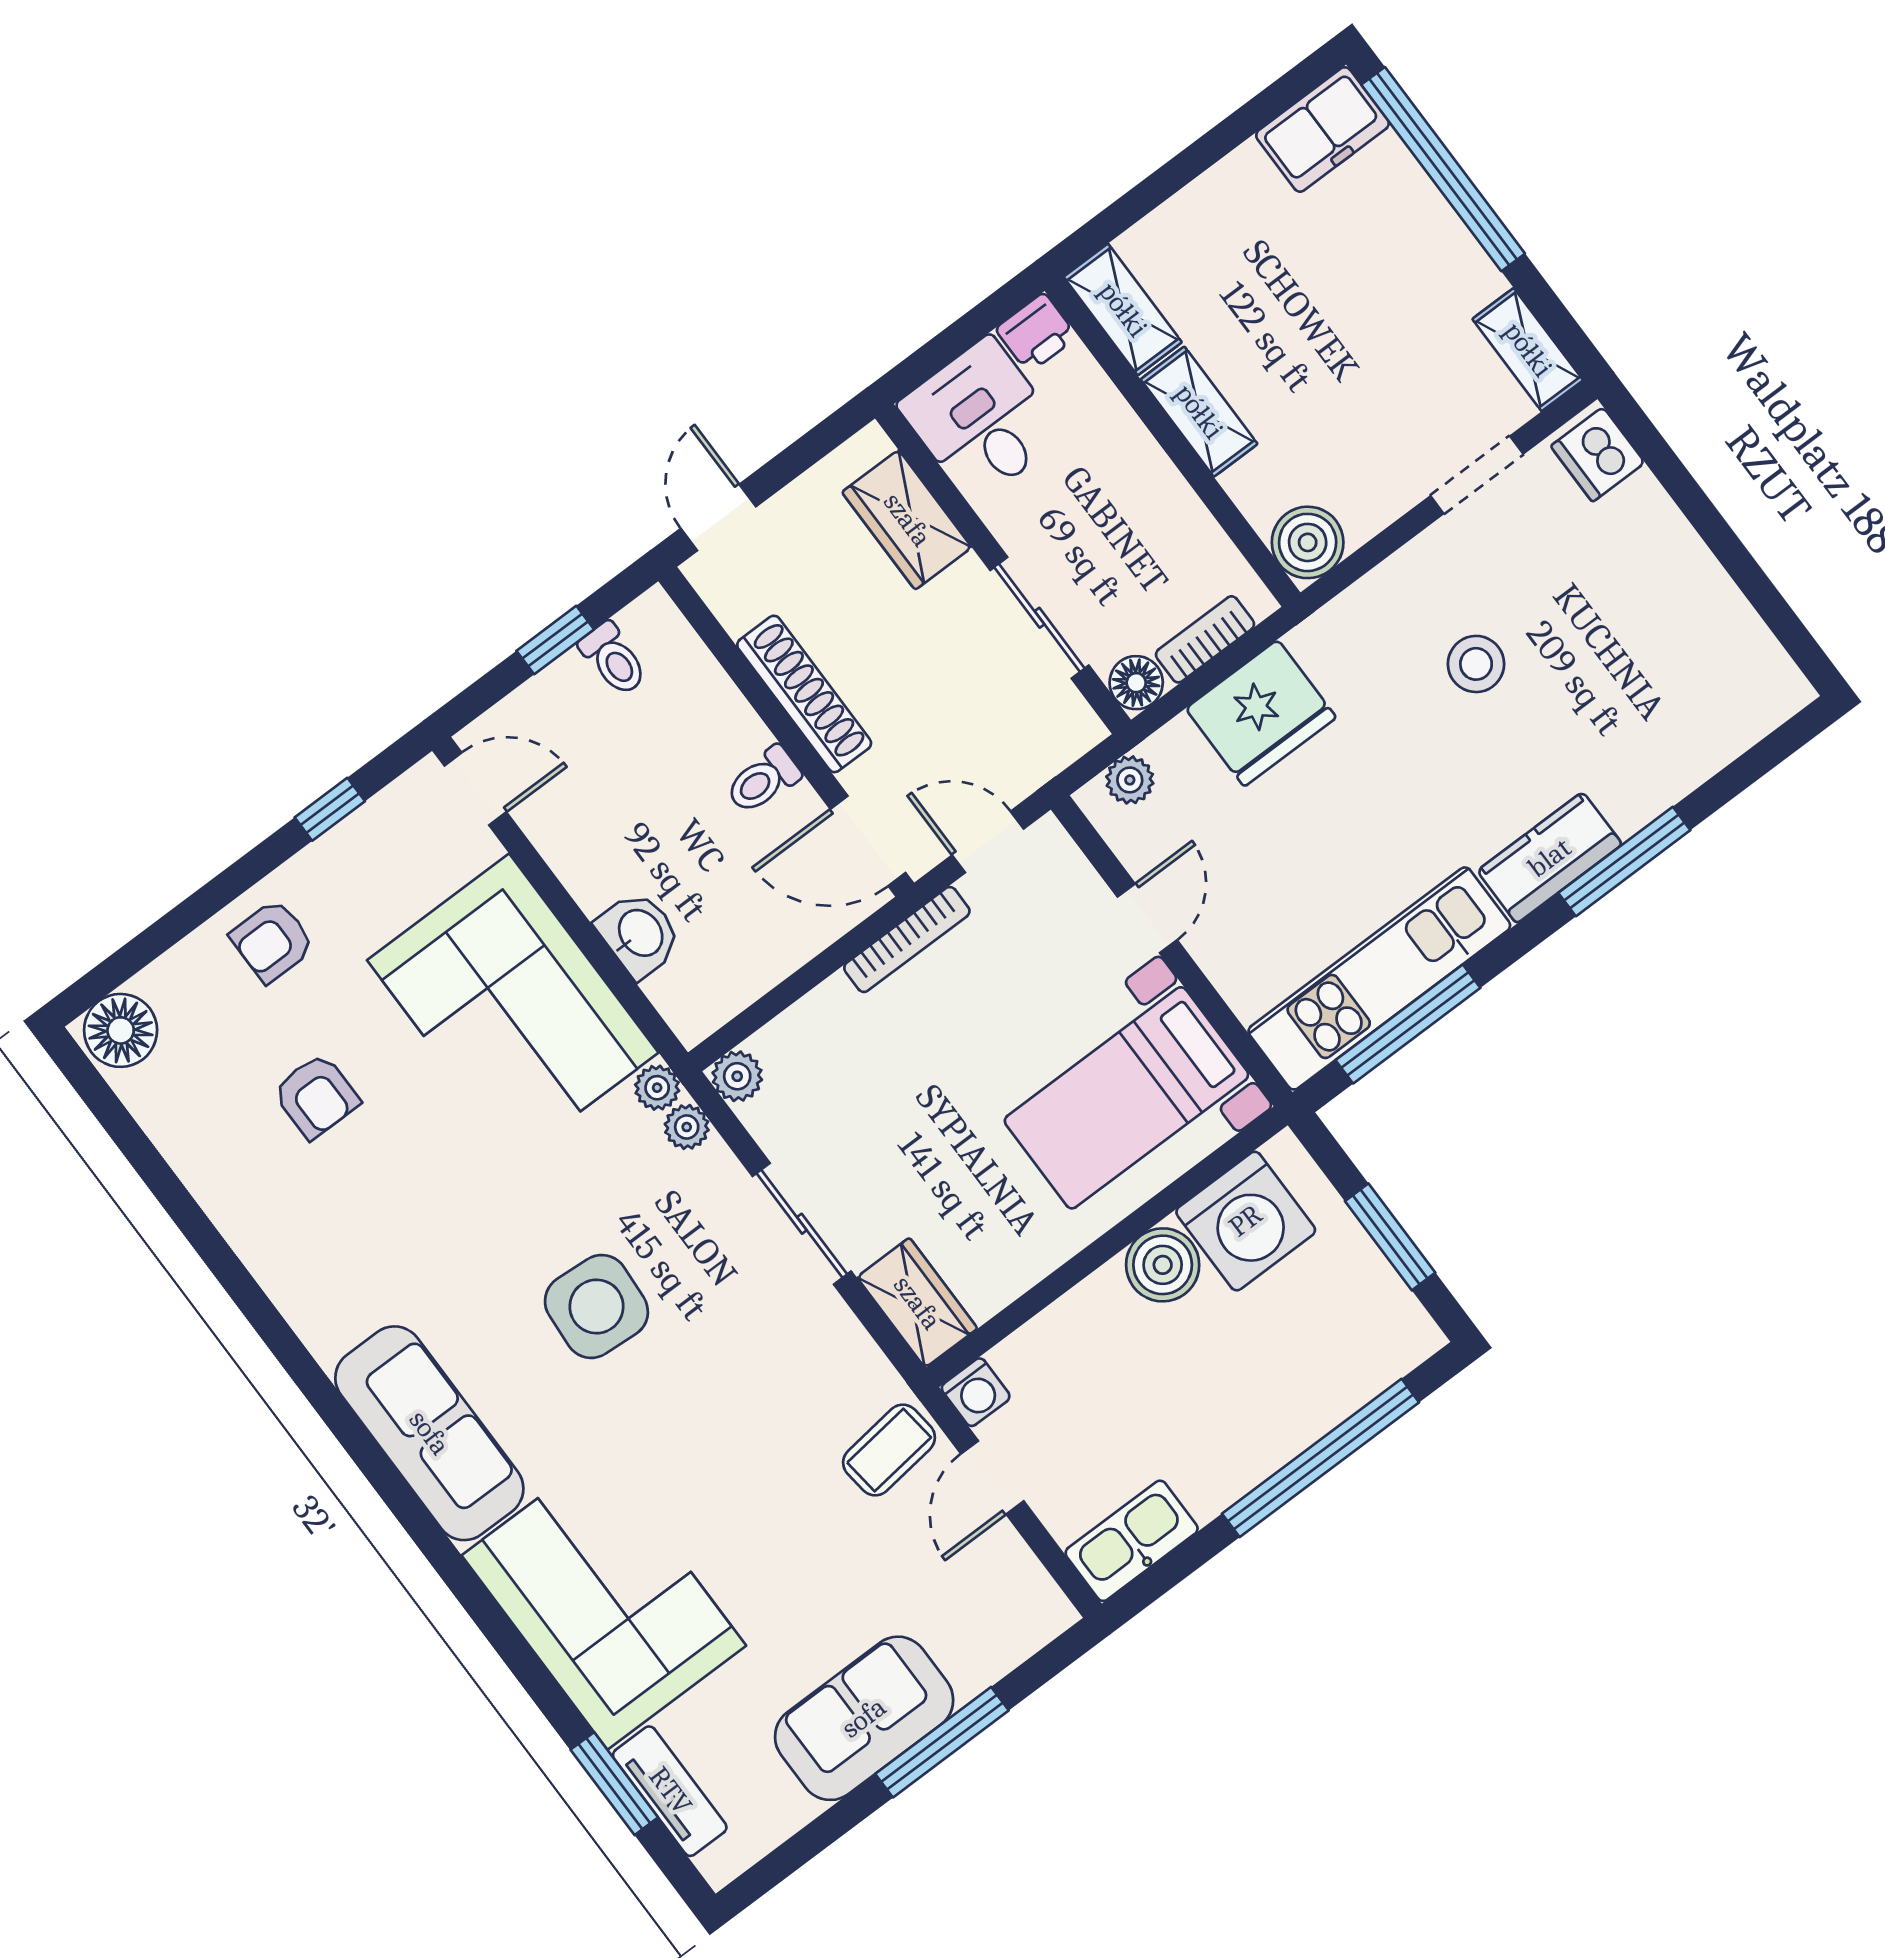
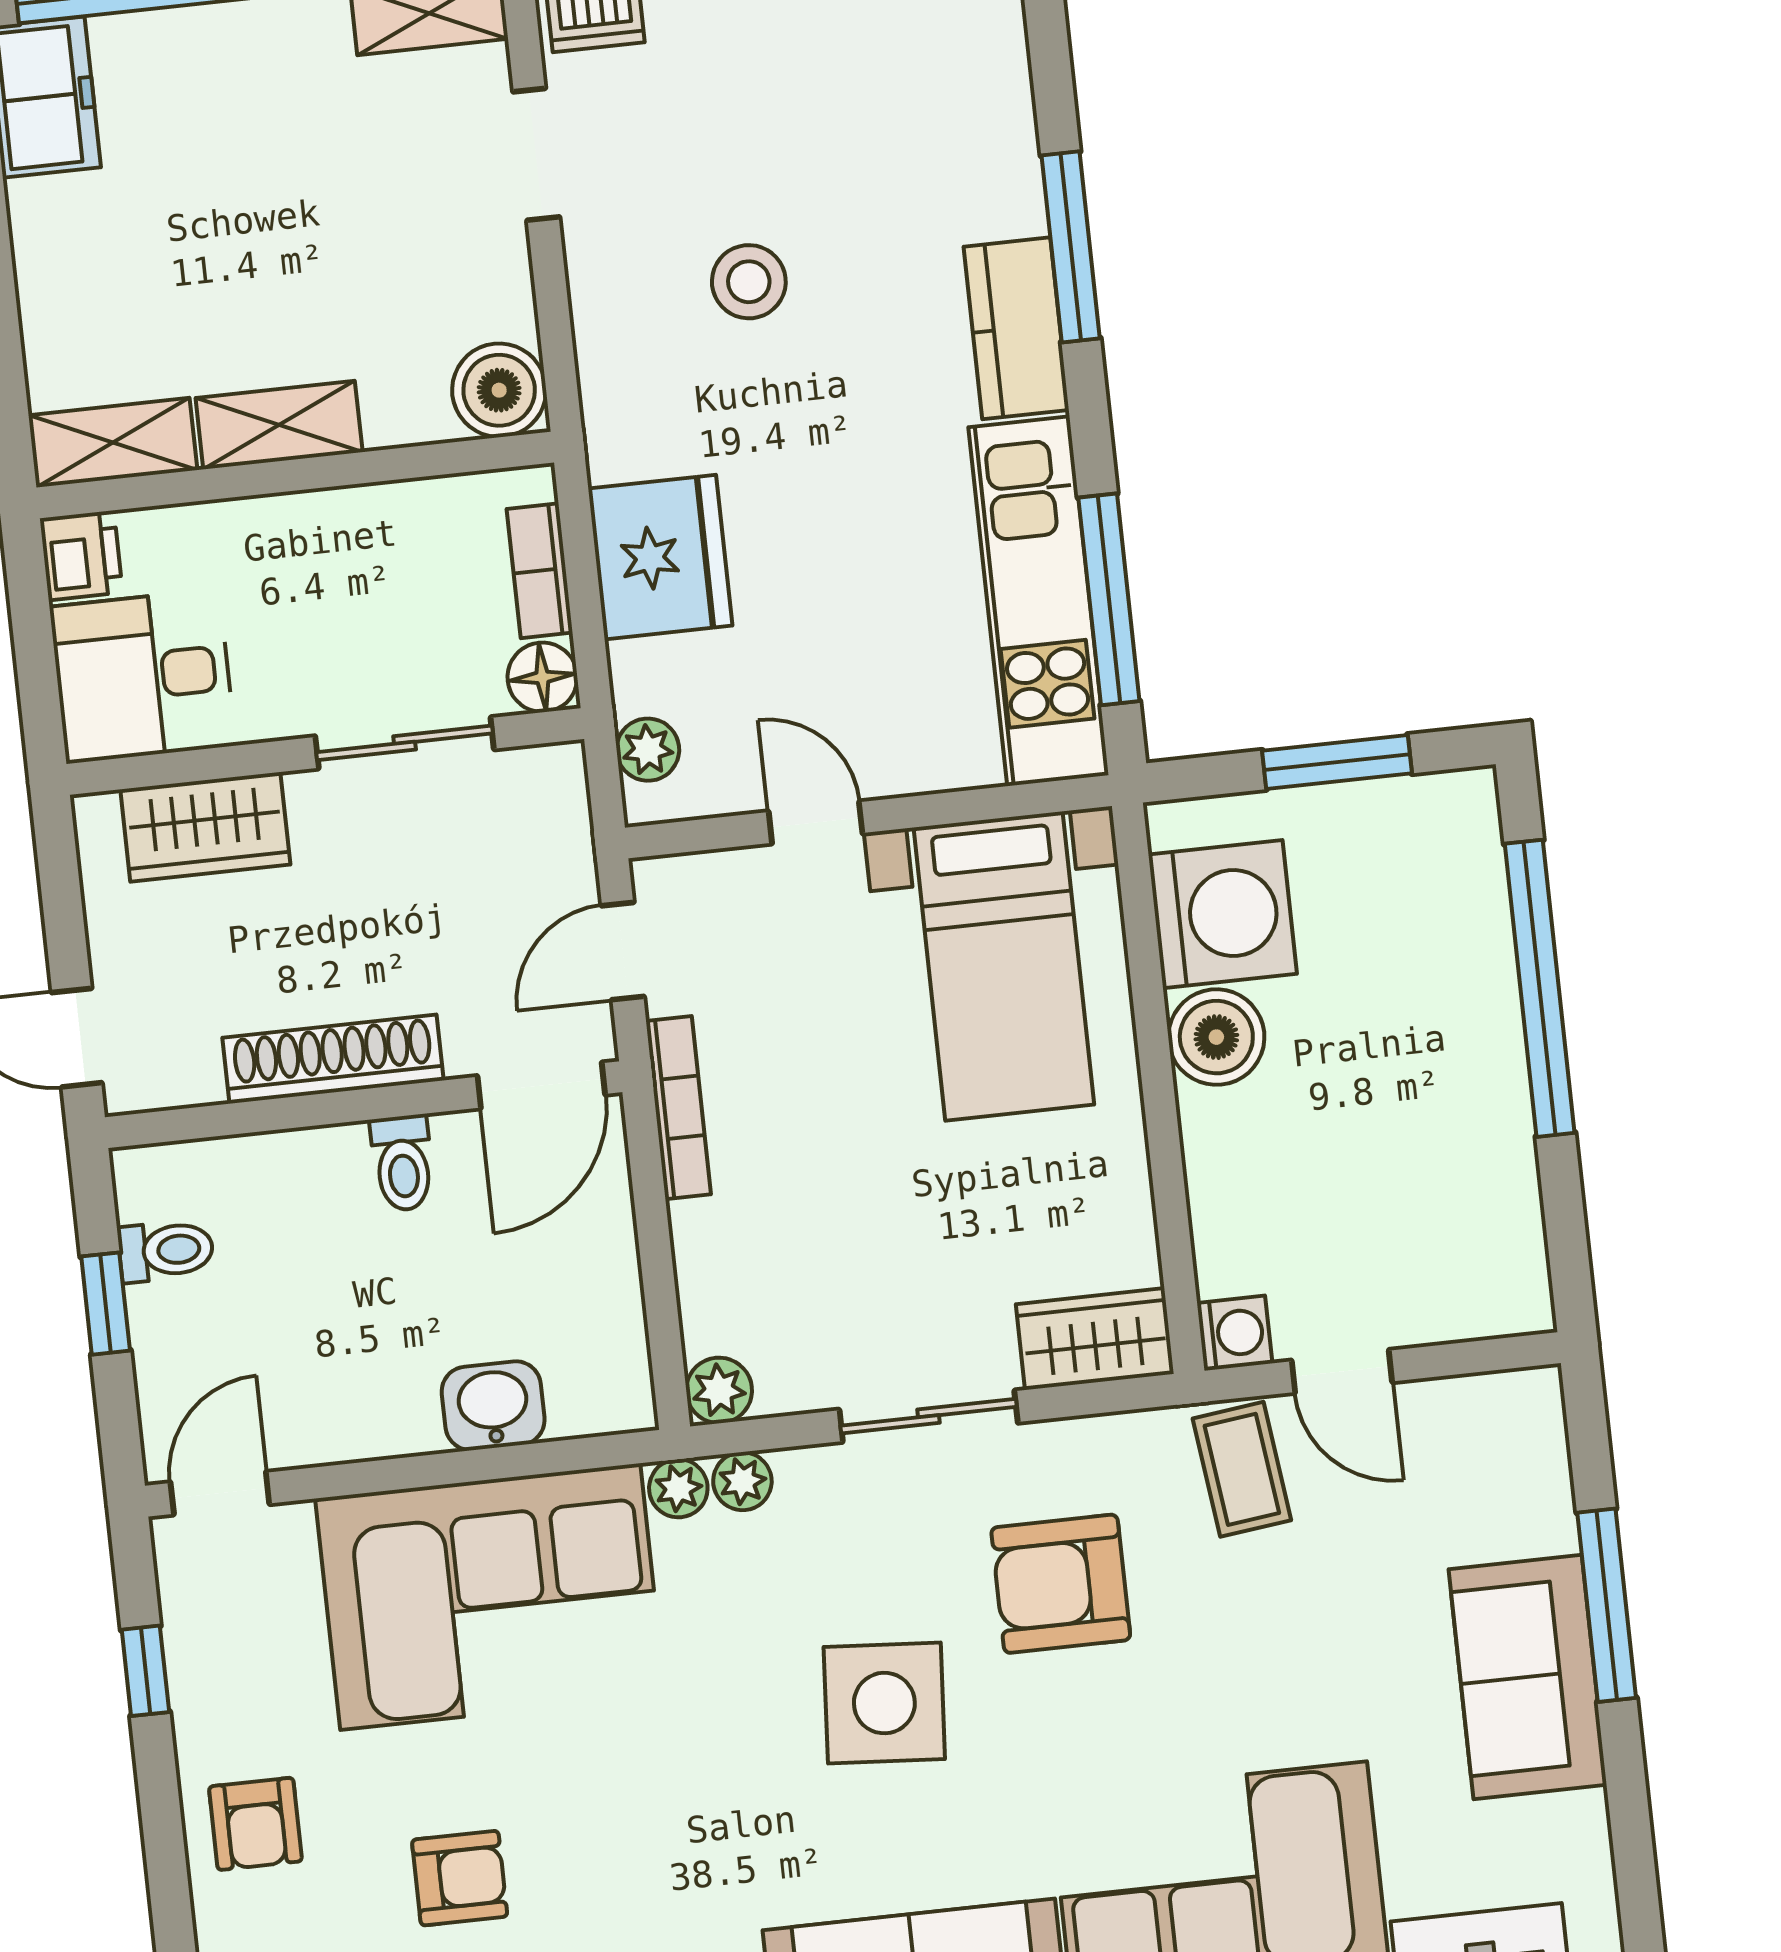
armchair: (743, 1376) -> (1061, 1584), added
kitchen sink: (1132, 1541) -> (1507, 1257), removed

